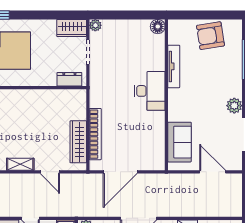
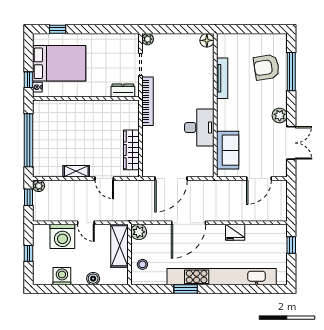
wardrobe: (72, 28) -> (125, 42), removed
armchair: (210, 36) -> (266, 67), moved
desk: (150, 91) -> (199, 127), moved
bookcase: (95, 134) -> (147, 101), moved
door: (213, 172) -> (259, 179), swing flipped

